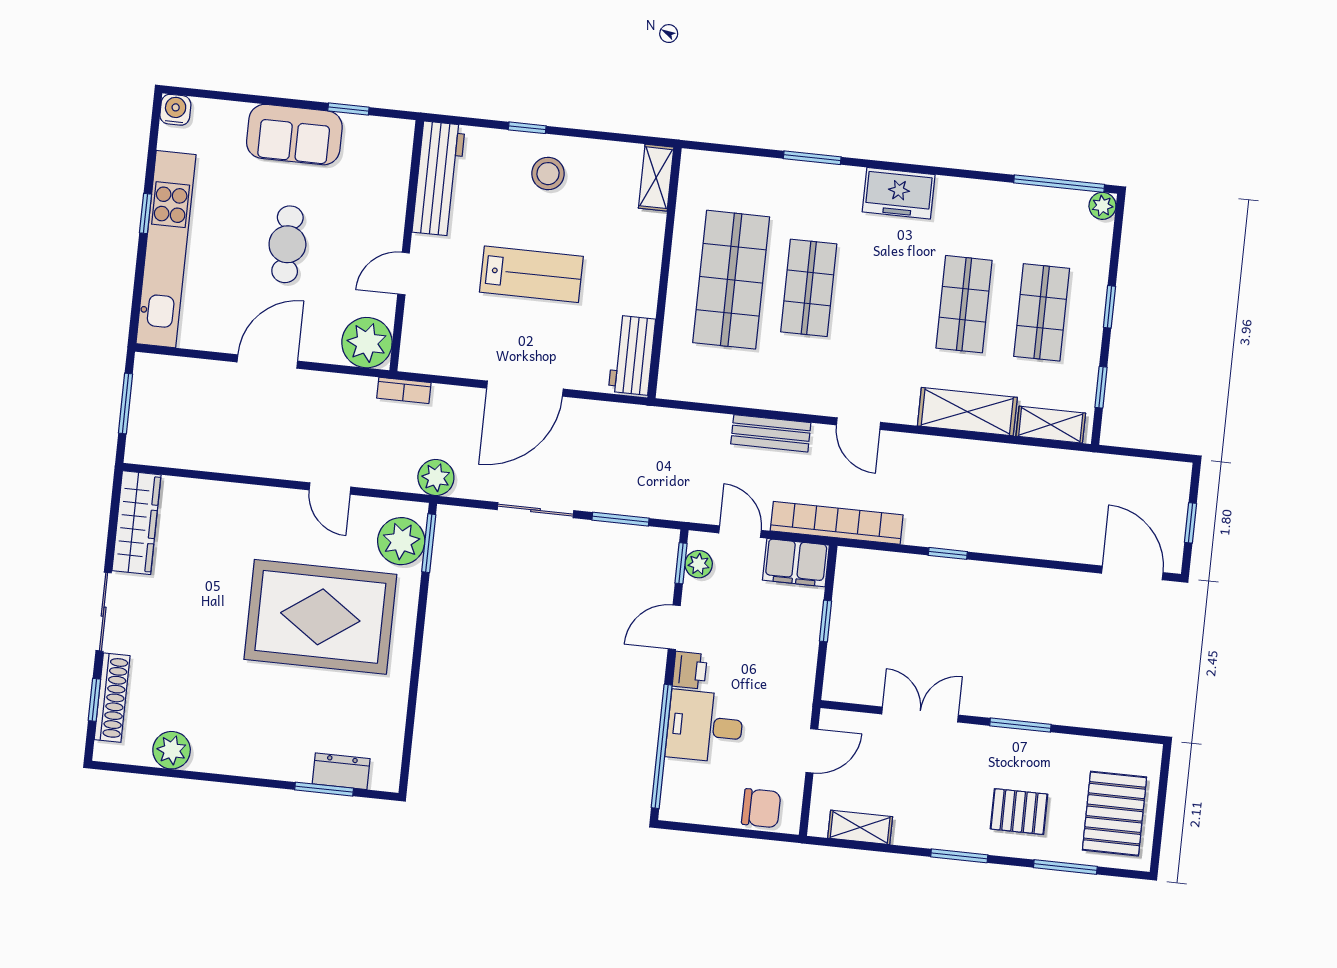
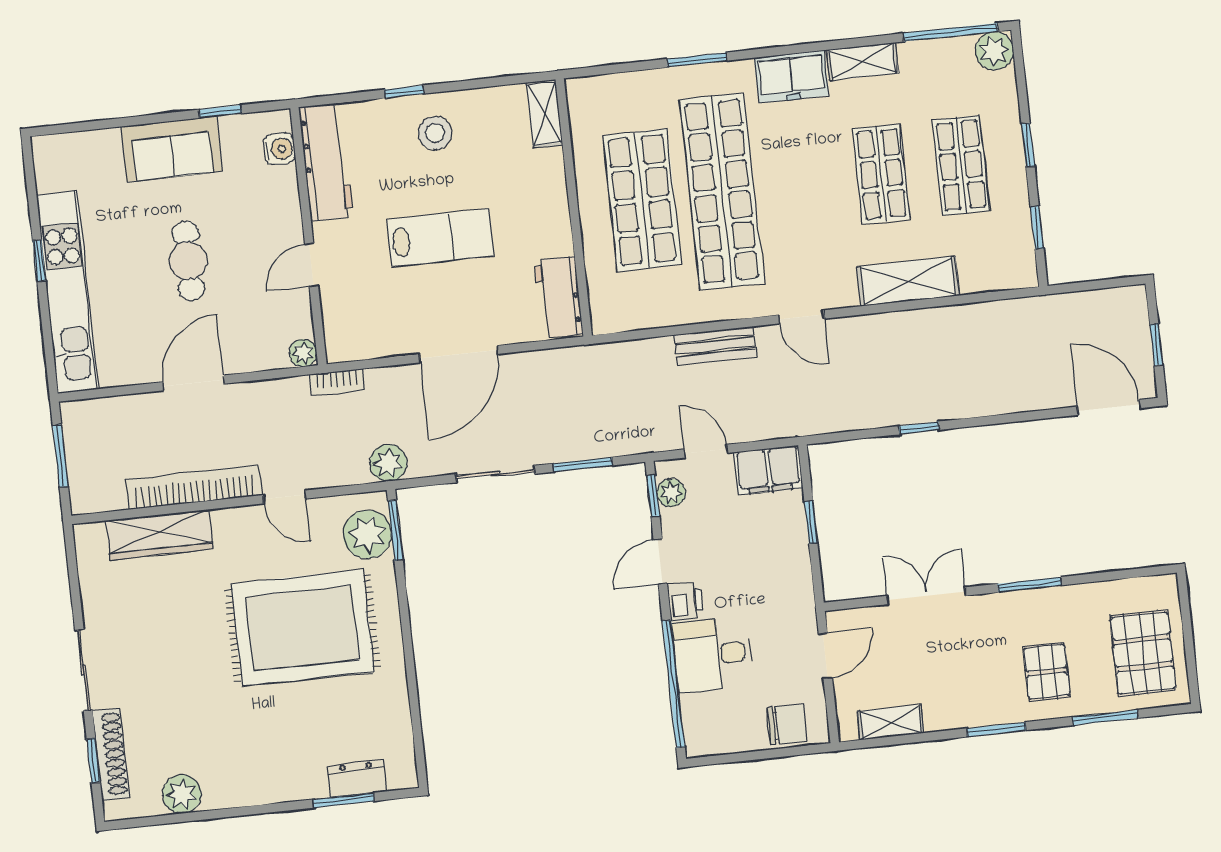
water cooler: (175, 110) -> (279, 149), moved, turned 90
plant: (1102, 206) -> (994, 51), width x1.38, depth x1.38
shop shelf: (809, 288) -> (722, 191), width x2.00, depth x1.36
plant: (367, 343) -> (303, 353), width x0.53, depth x0.53
shelving: (1051, 425) -> (863, 61), moved
wardrobe: (137, 523) -> (159, 535), moved, turned 90
bookcase: (837, 523) -> (194, 487), moved
pallet: (1019, 812) -> (1047, 672), turned 90

